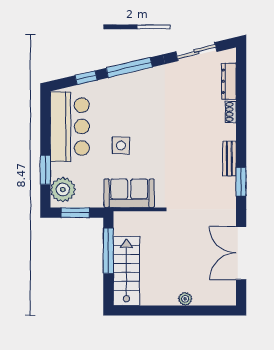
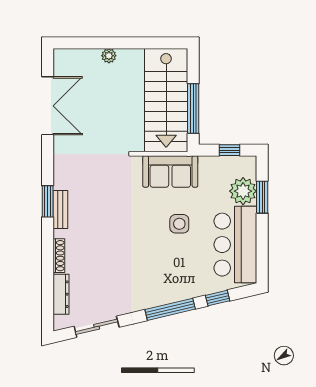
shoe rack: (231, 112) -> (59, 256), width x1.43
window: (241, 182) -> (48, 201), moved
plant: (63, 190) -> (243, 191), moved
window: (75, 213) -> (230, 150), width x0.67
stairs: (126, 271) -> (166, 100), width x1.36, depth x1.51

